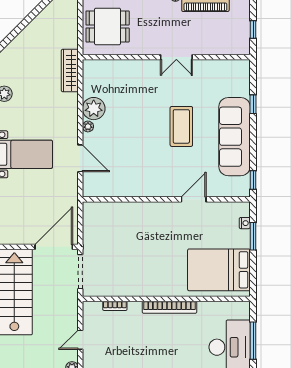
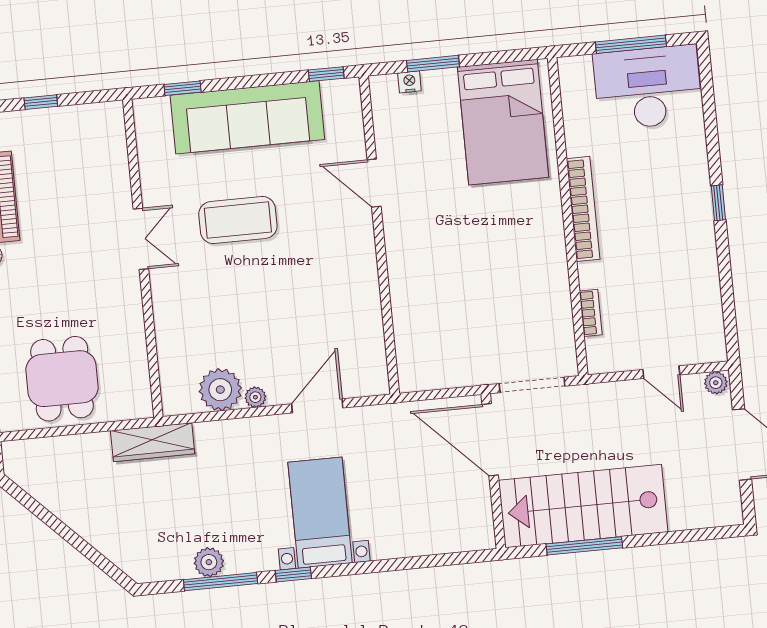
wall: (166, 57) -> (143, 258), moved
double door: (176, 57) -> (141, 239), moved

